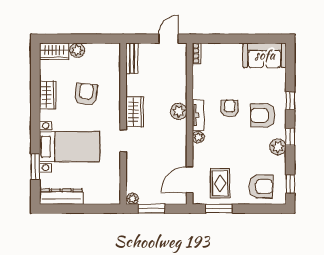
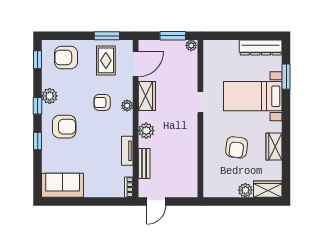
bench: (132, 58) -> (144, 164), moved
armchair: (229, 108) -> (102, 102), moved, turned 90
wardrobe: (135, 112) -> (147, 96), moved, turned 180
tv unit: (198, 115) -> (127, 151), moved

